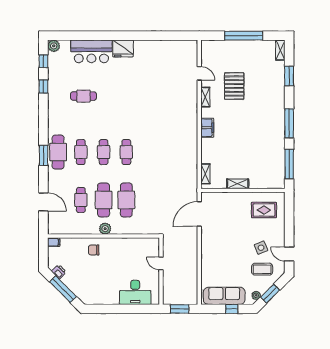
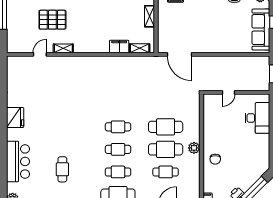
fridge: (123, 48) -> (15, 118), moved
filing cabinet: (207, 128) -> (119, 46), moved

